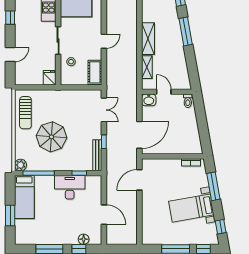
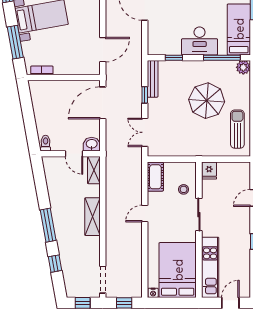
shelving: (147, 67) -> (94, 170), moved
desk: (70, 187) -> (200, 41), moved

